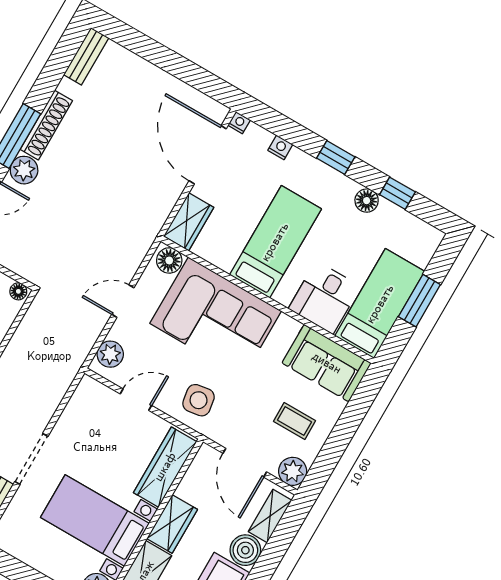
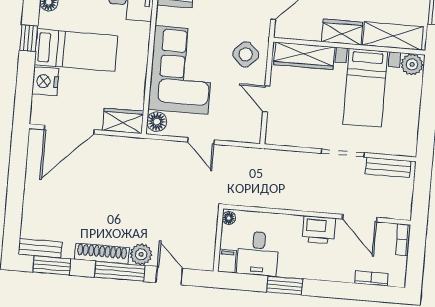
window: (60, 60) -> (52, 265), added
nightstand: (239, 123) -> (36, 118), removed
nightstand: (280, 147) -> (45, 81), width x1.89, depth x1.79
bed: (275, 242) -> (76, 50), moved, turned 180
plant: (110, 354) -> (243, 132), removed
side table: (199, 400) -> (246, 54), turned -37

